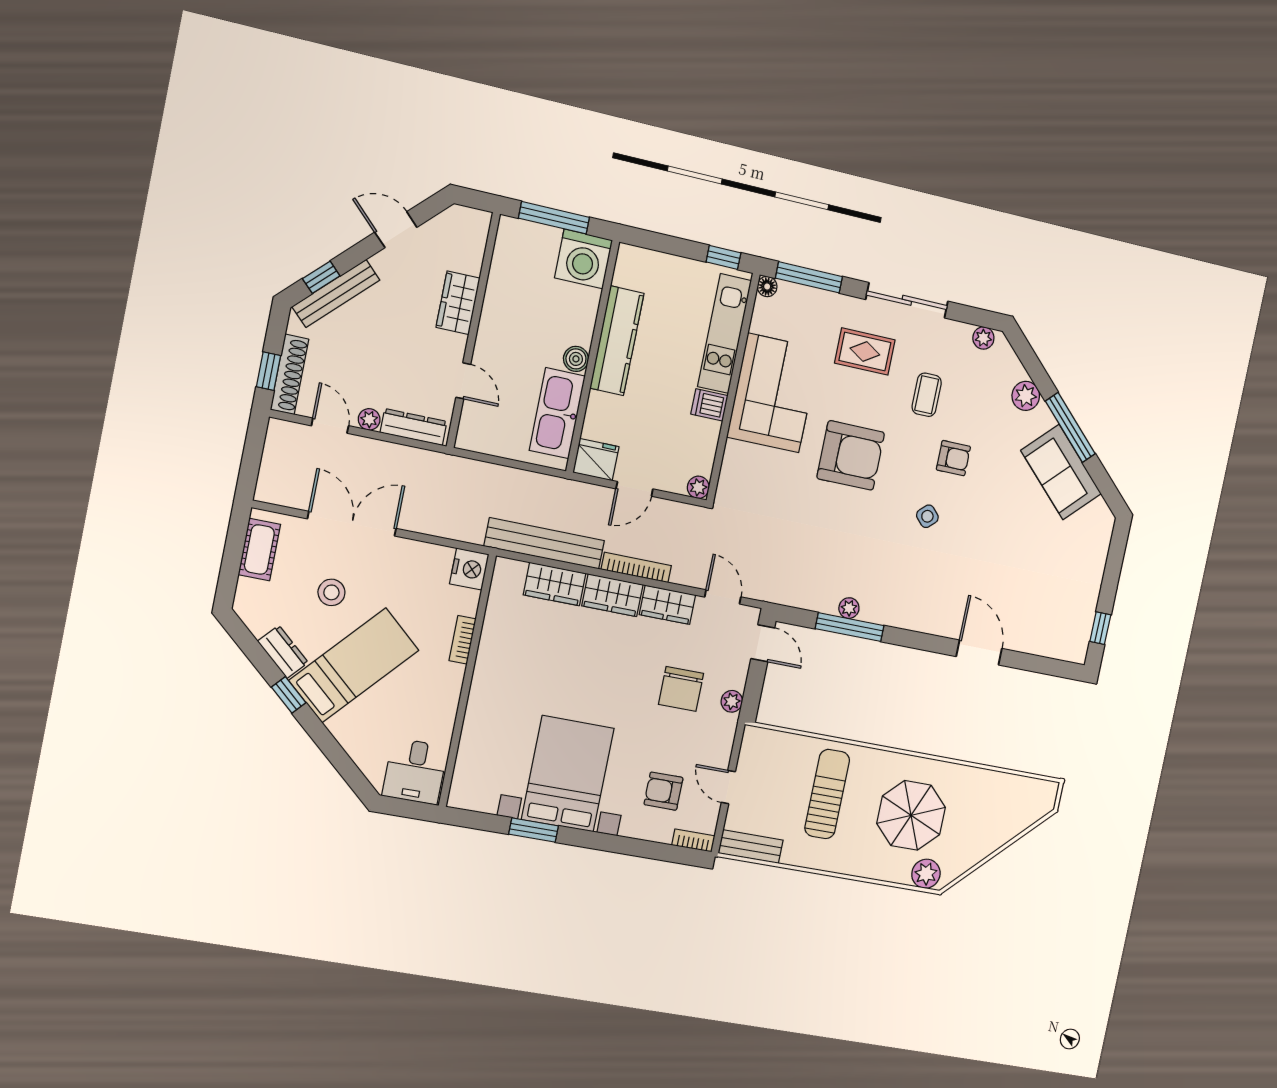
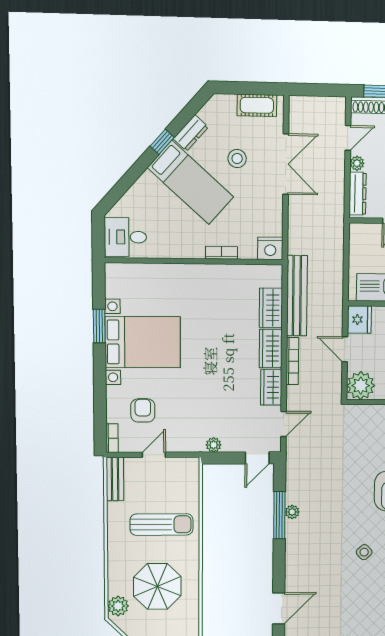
plant: (698, 487) -> (361, 386), width x1.87, depth x1.87
chair: (681, 689) -> (216, 408), removed

